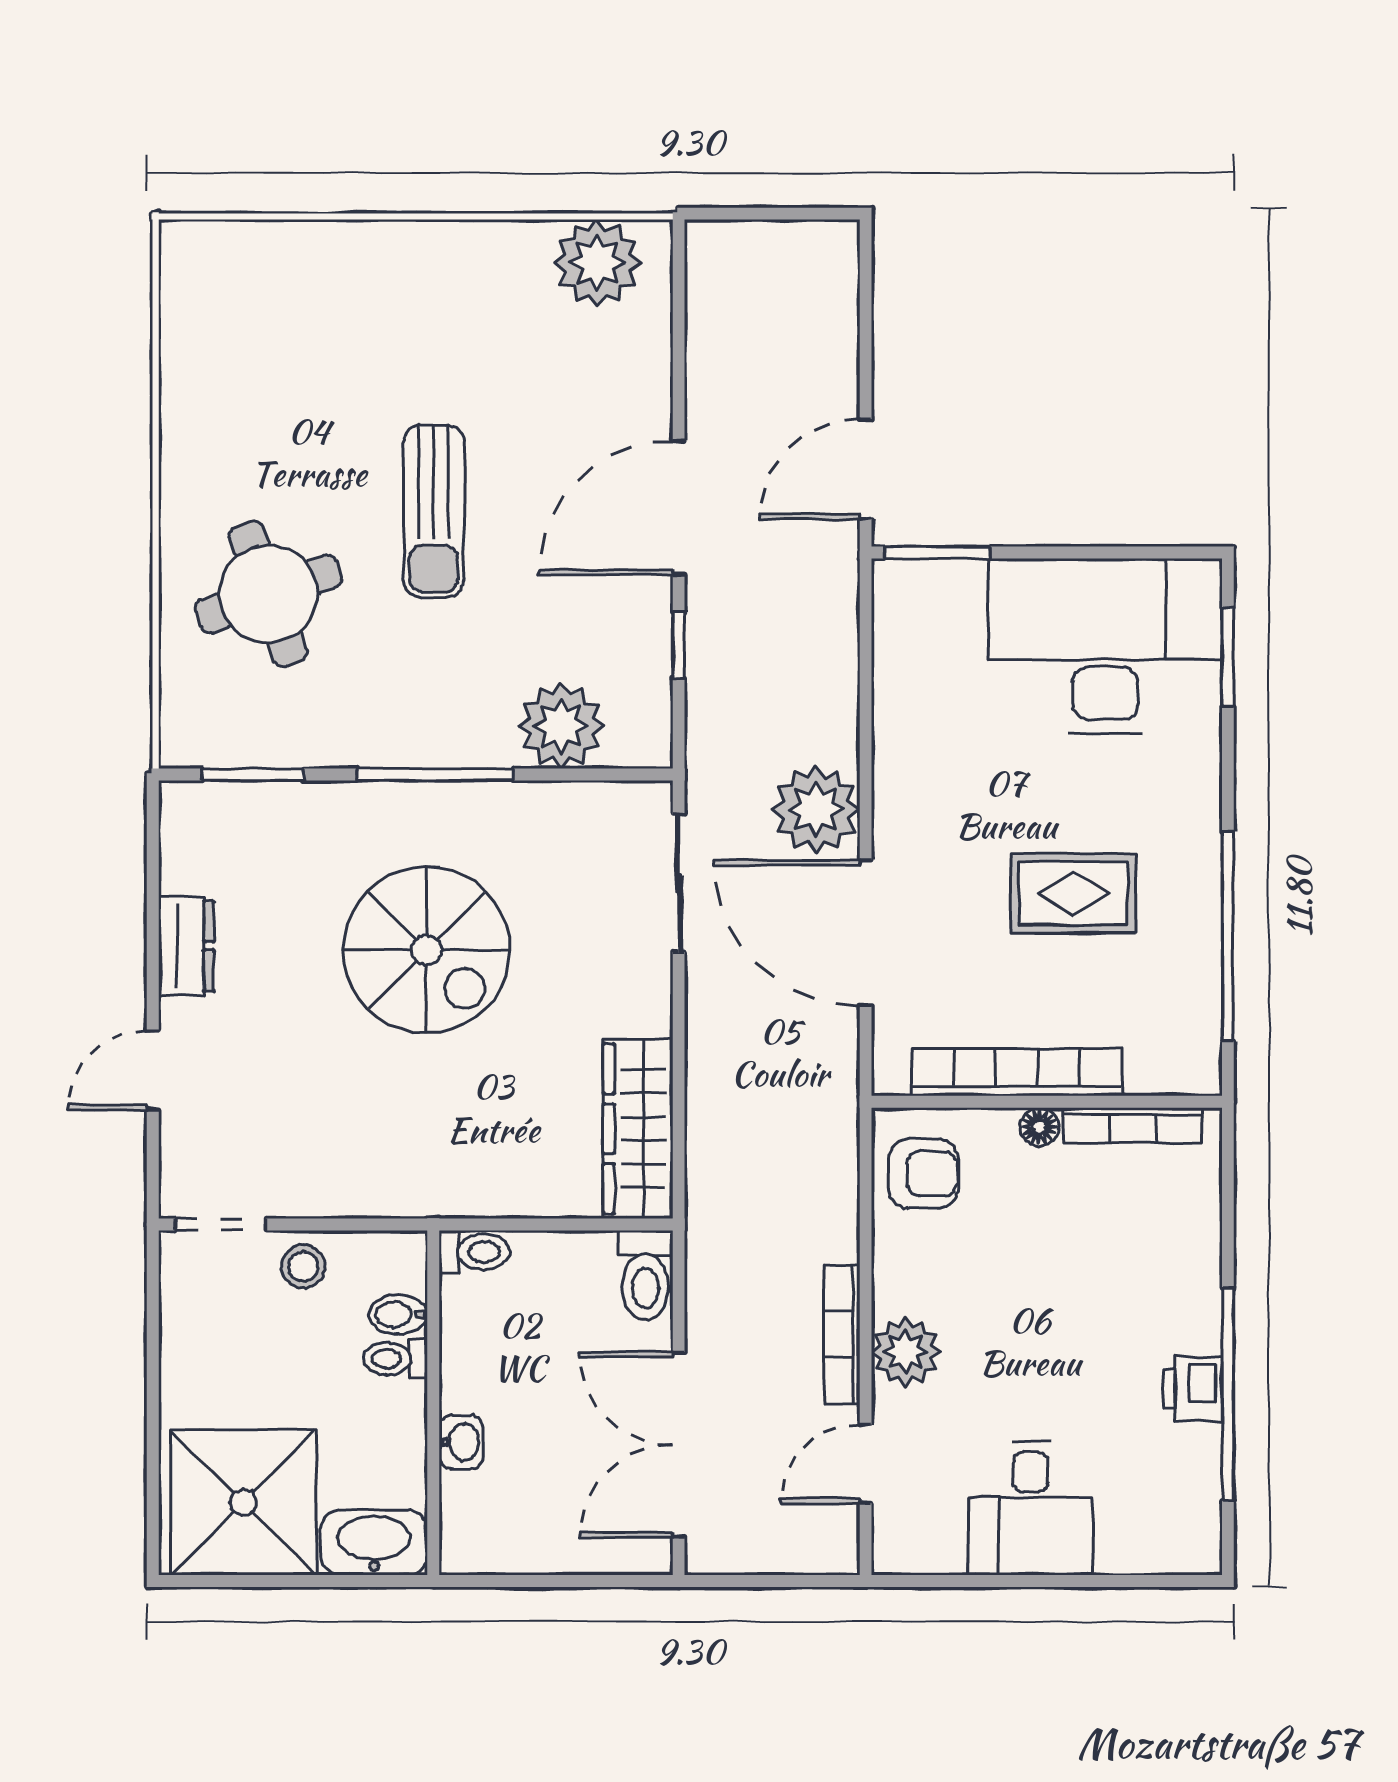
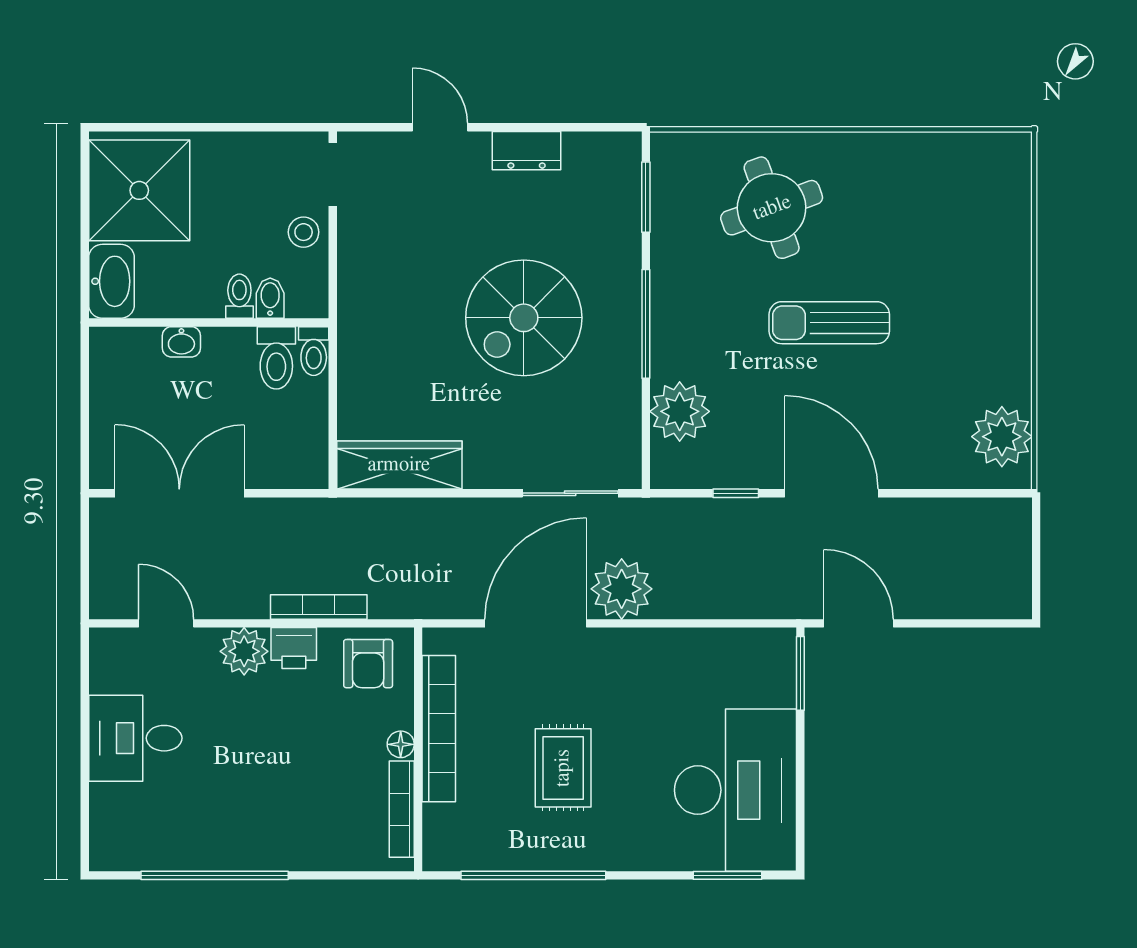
toilet: (645, 1275) -> (276, 358), moved, turned -90
bookcase: (842, 1335) -> (319, 607), moved
printer: (1192, 1389) -> (294, 648), moved, turned 180

